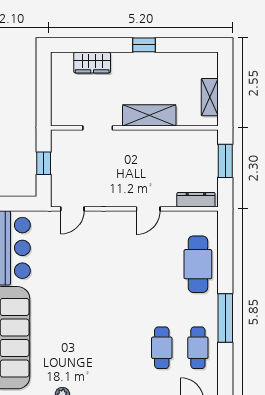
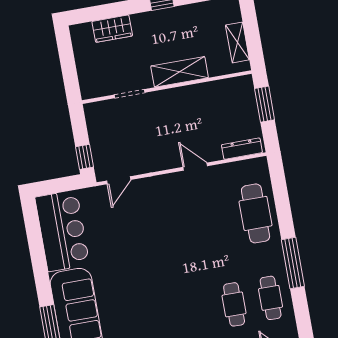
window: (44, 163) -> (85, 157), moved
door: (148, 209) -> (195, 167), swing flipped

